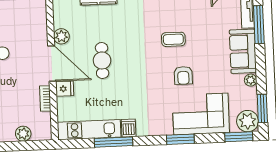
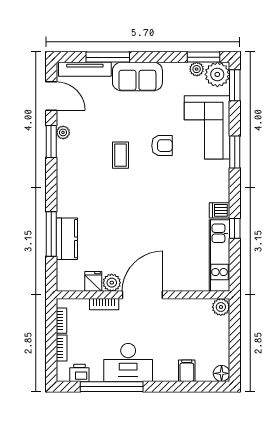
cafe table: (102, 60) -> (141, 237), removed
plant: (251, 80) -> (197, 69), moved
fridge: (65, 89) -> (93, 281), moved
bookcase: (45, 99) -> (104, 304), moved
plant: (23, 134) -> (221, 307), moved
window: (113, 142) -> (235, 228), width x0.46

